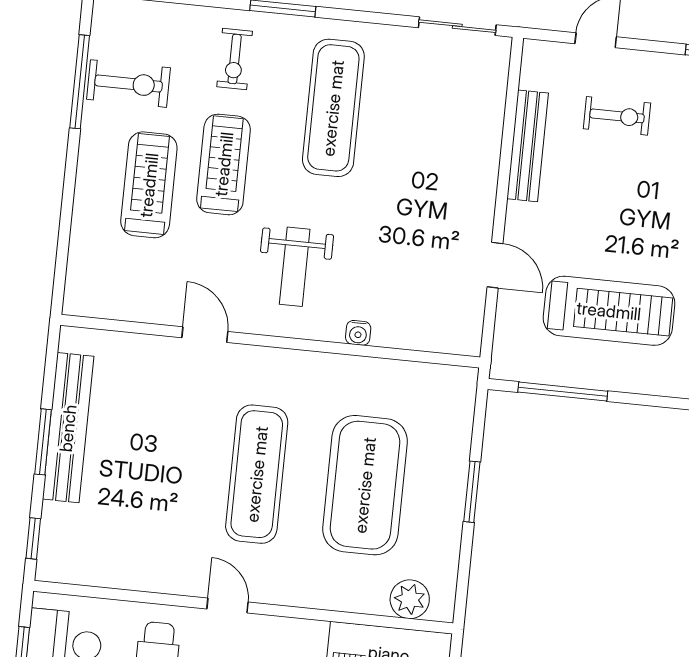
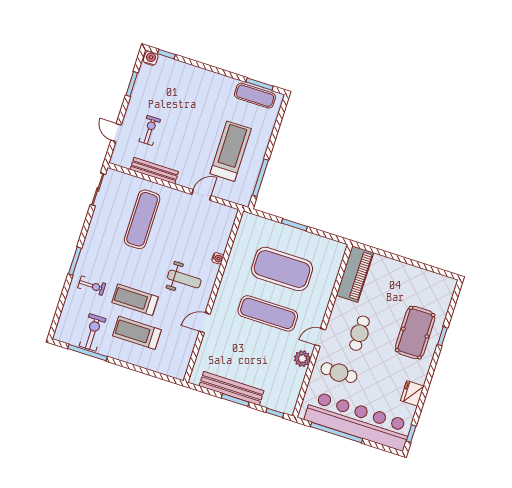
exercise mat: (333, 108) -> (142, 219), moved, turned 90
plant: (410, 599) -> (302, 359), moved

